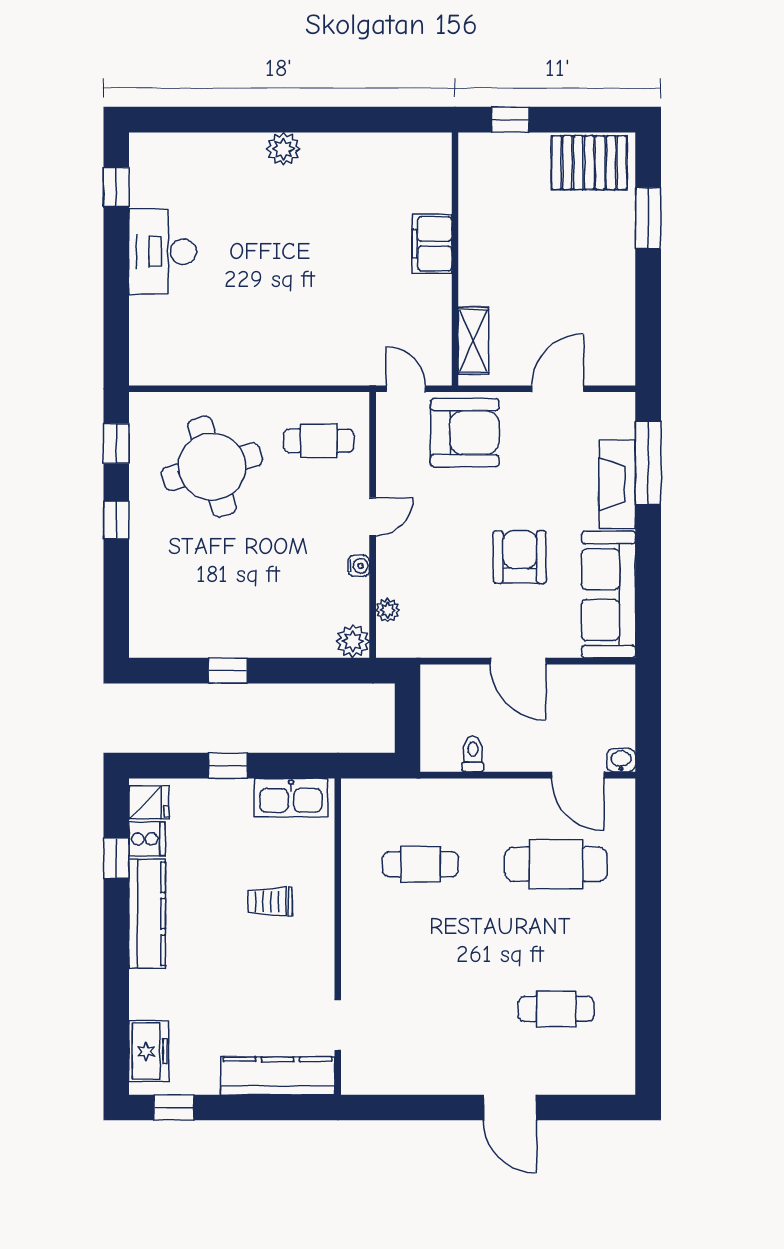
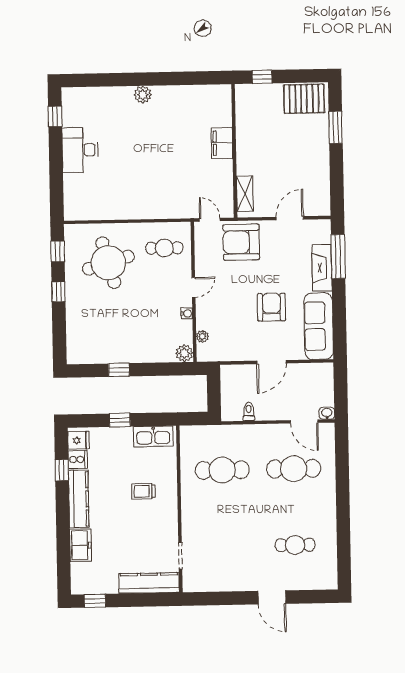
armchair: (465, 433) -> (241, 242), turned 180
door: (518, 661) -> (272, 362), hinge flipped
cafe table: (420, 864) -> (222, 470), width x1.37, depth x1.35
freezer: (149, 1051) -> (80, 545), moved

